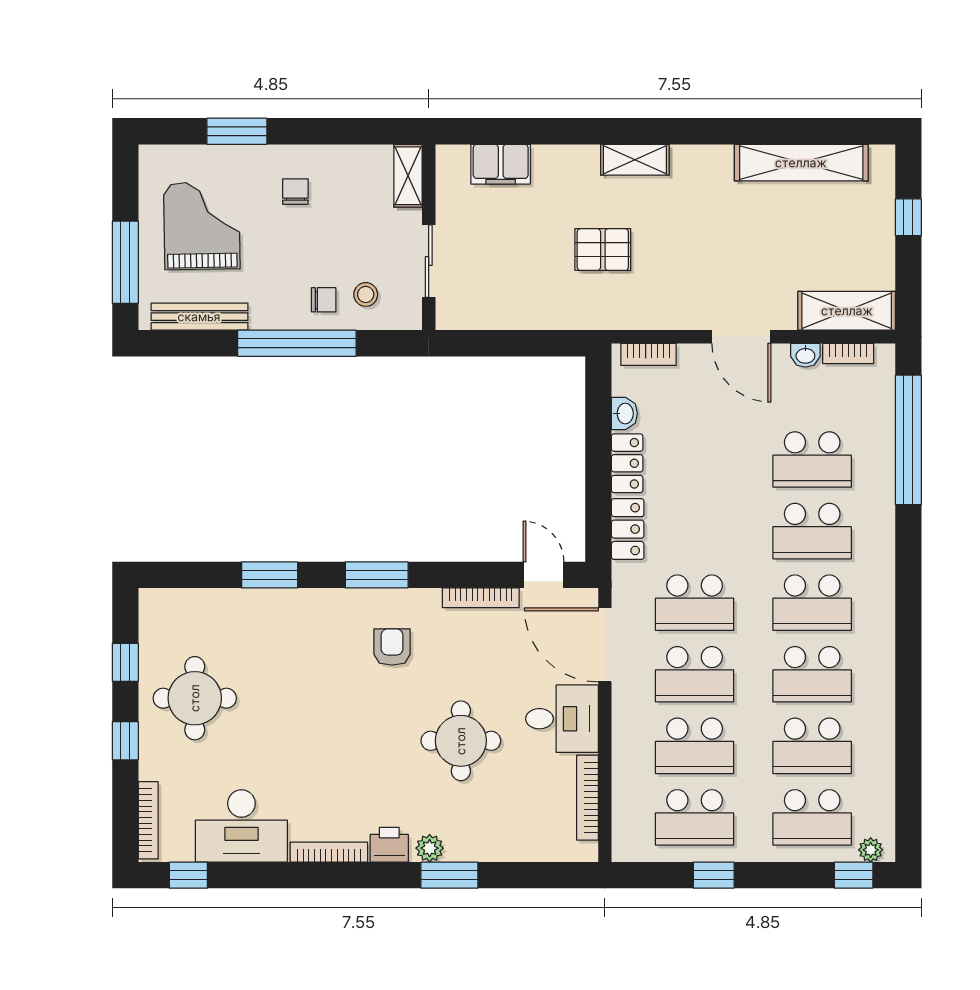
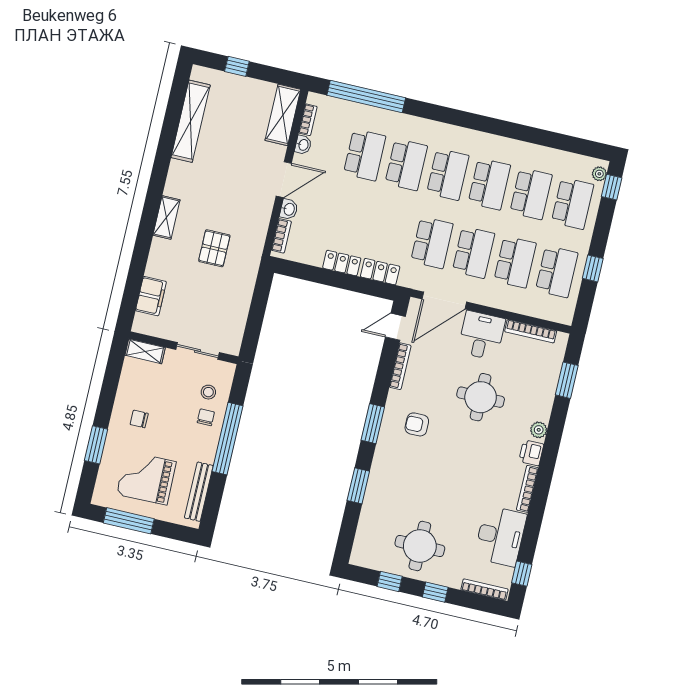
window: (125, 262) -> (129, 521), moved
washbasin: (624, 414) -> (289, 209), moved, turned 90
window: (449, 875) -> (567, 380), moved

